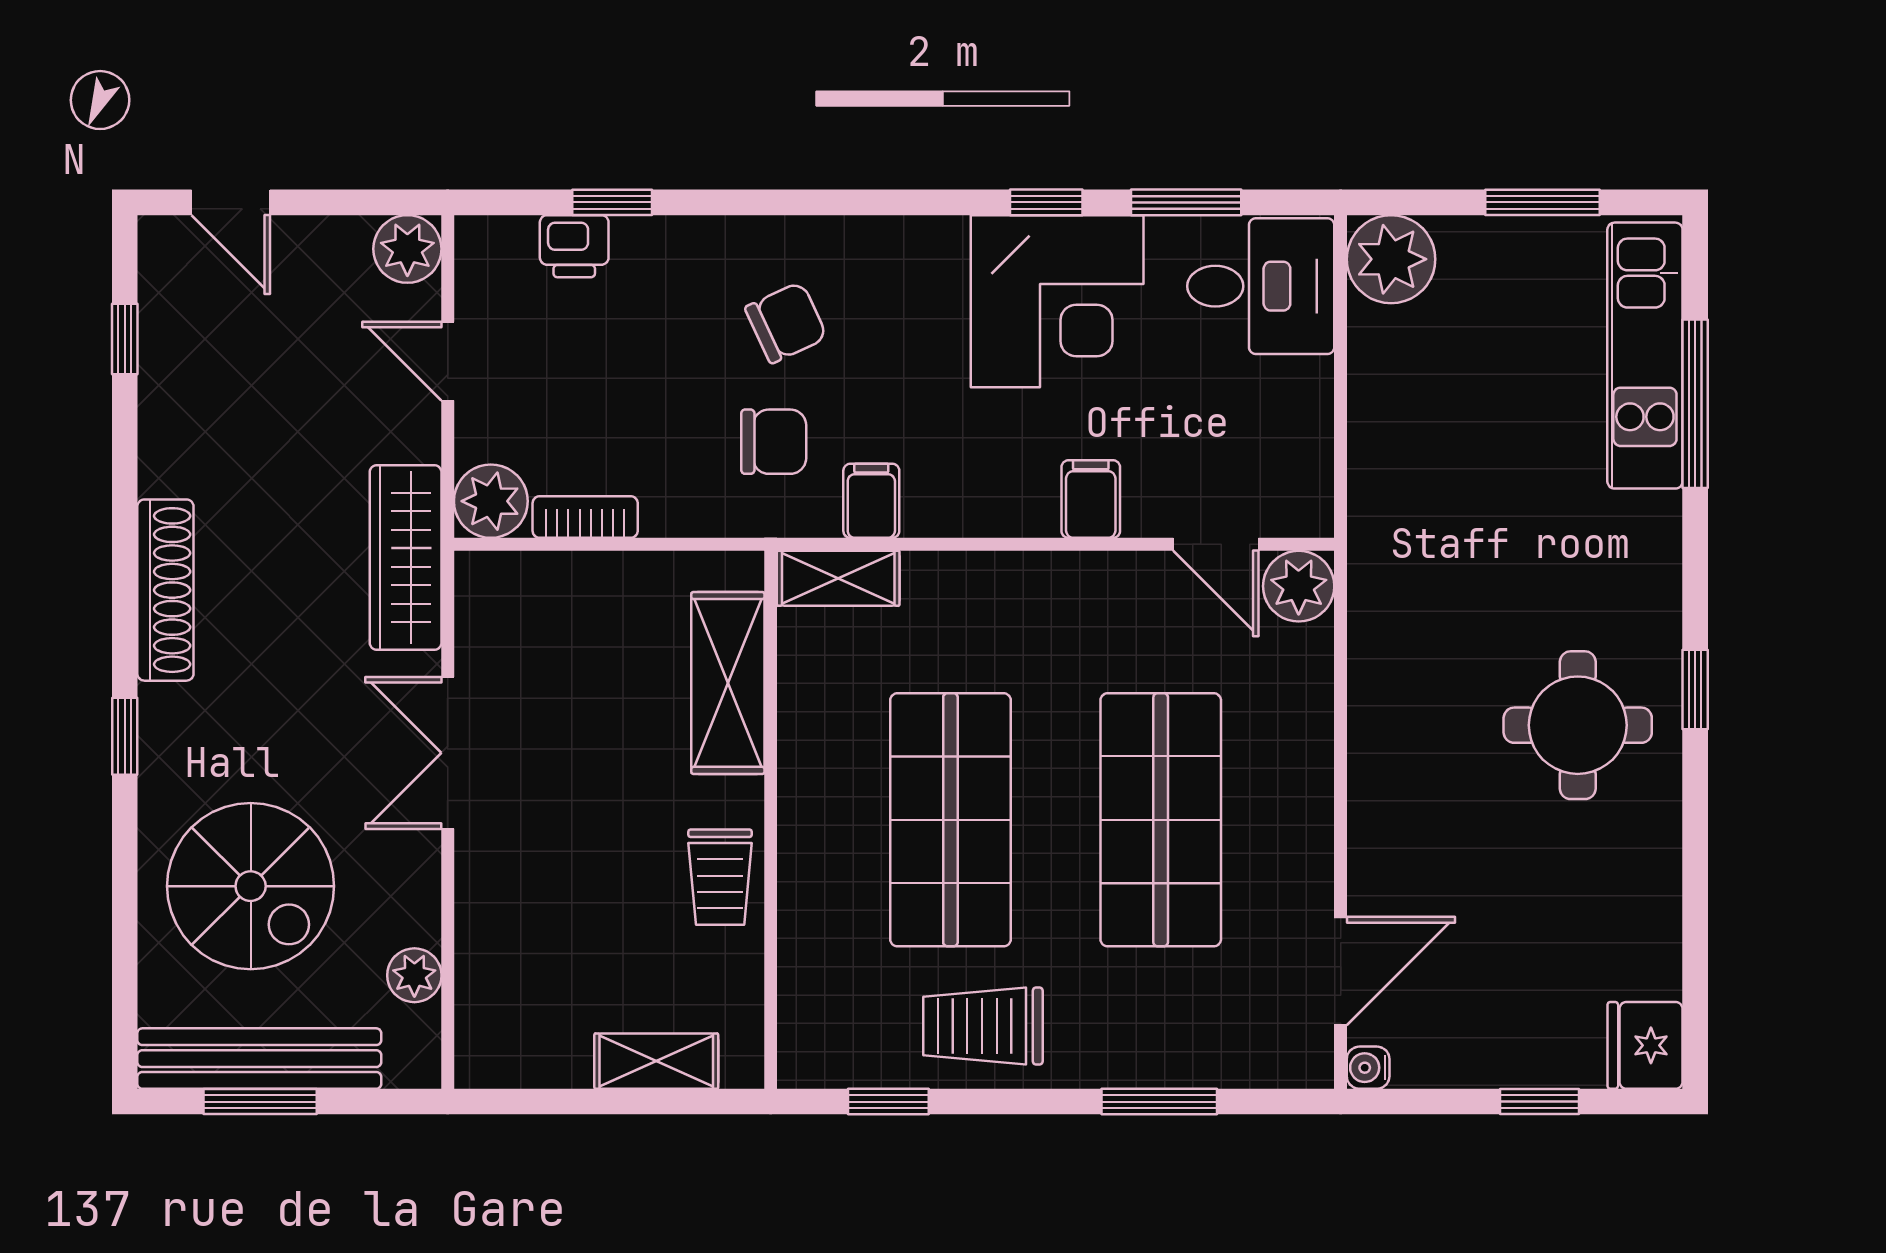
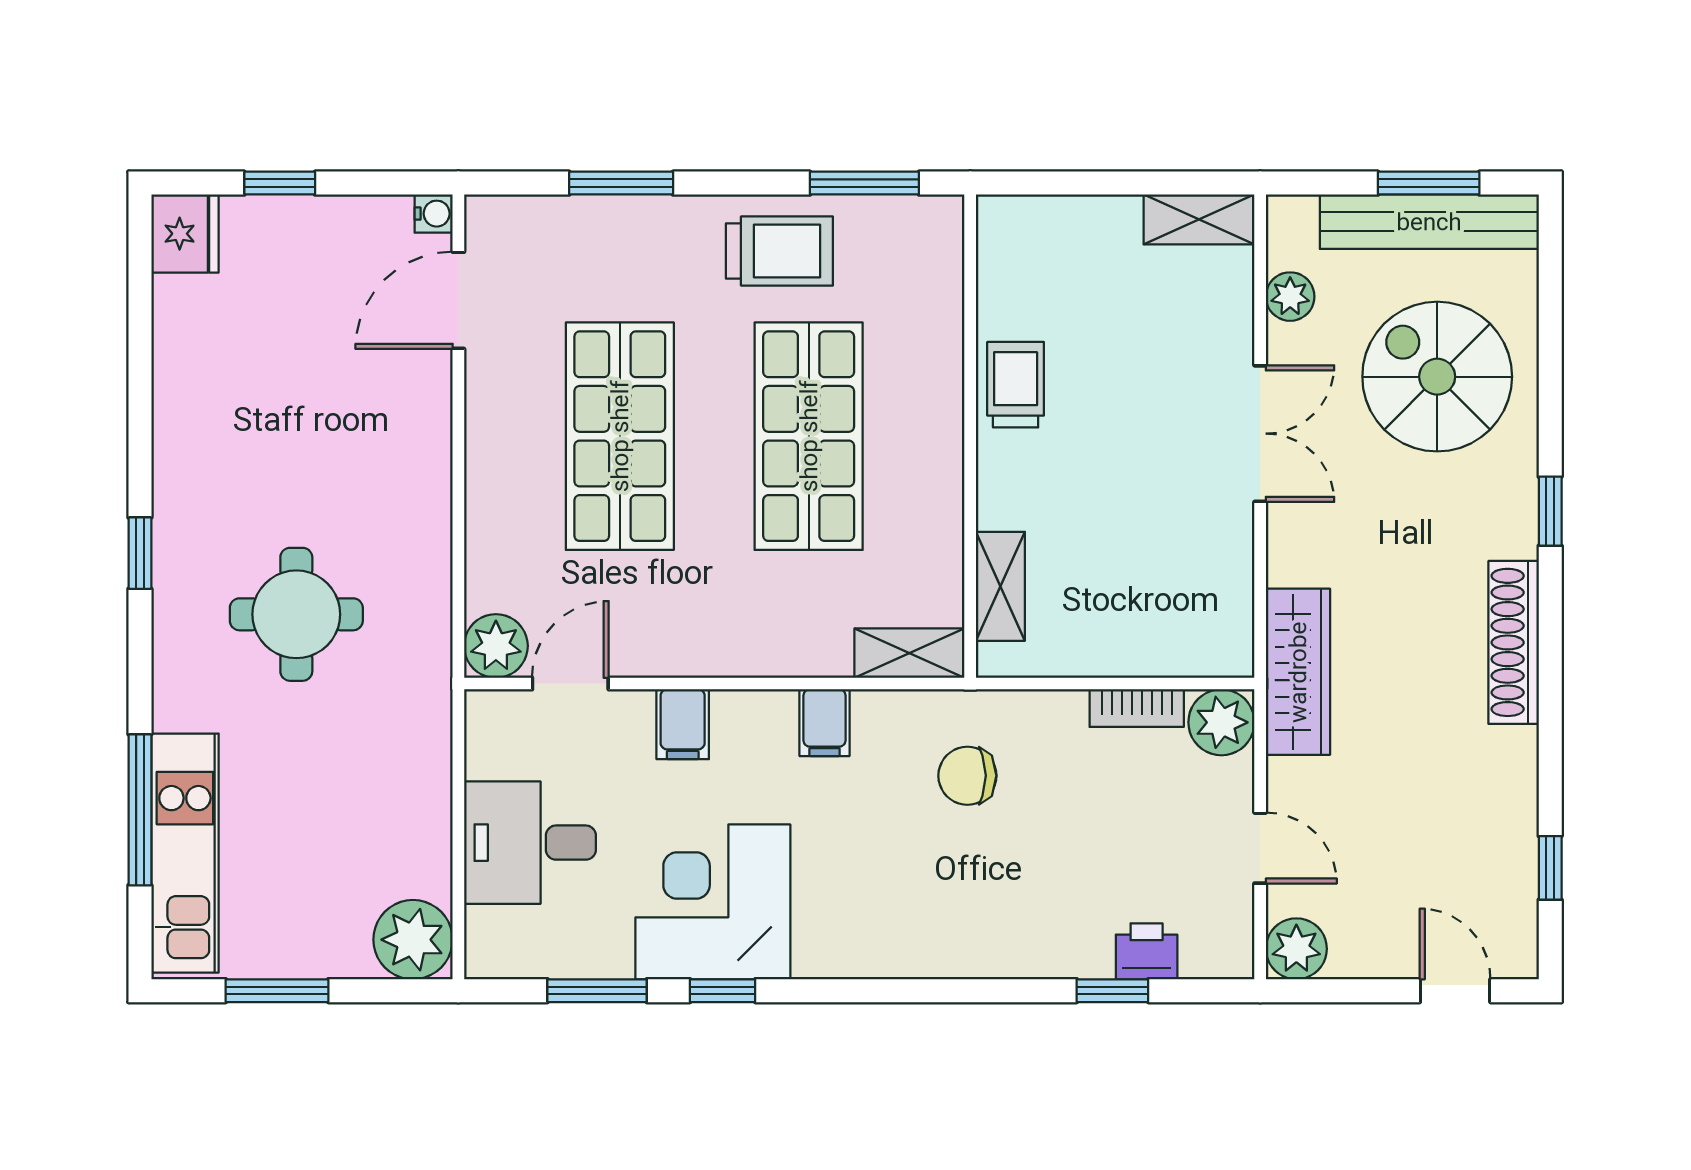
desk: (1261, 286) -> (530, 843), moved
chair: (786, 323) -> (956, 883), removed
filing cabinet: (871, 501) -> (824, 723), moved
door: (1216, 544) -> (570, 684), hinge flipped
shelving: (728, 683) -> (1000, 586), width x0.67, depth x0.75
round table: (1578, 725) -> (296, 614), moved
double door: (448, 753) -> (1260, 434), moved
shelving: (656, 1061) -> (1199, 219), moved
window: (888, 1102) -> (864, 183), width x1.50

